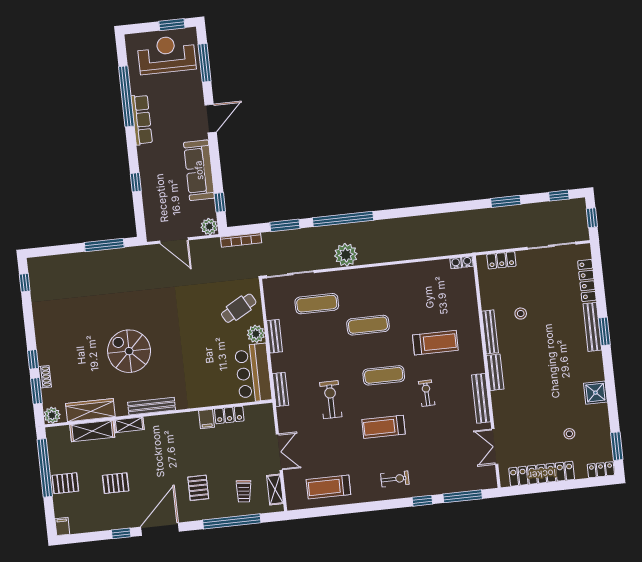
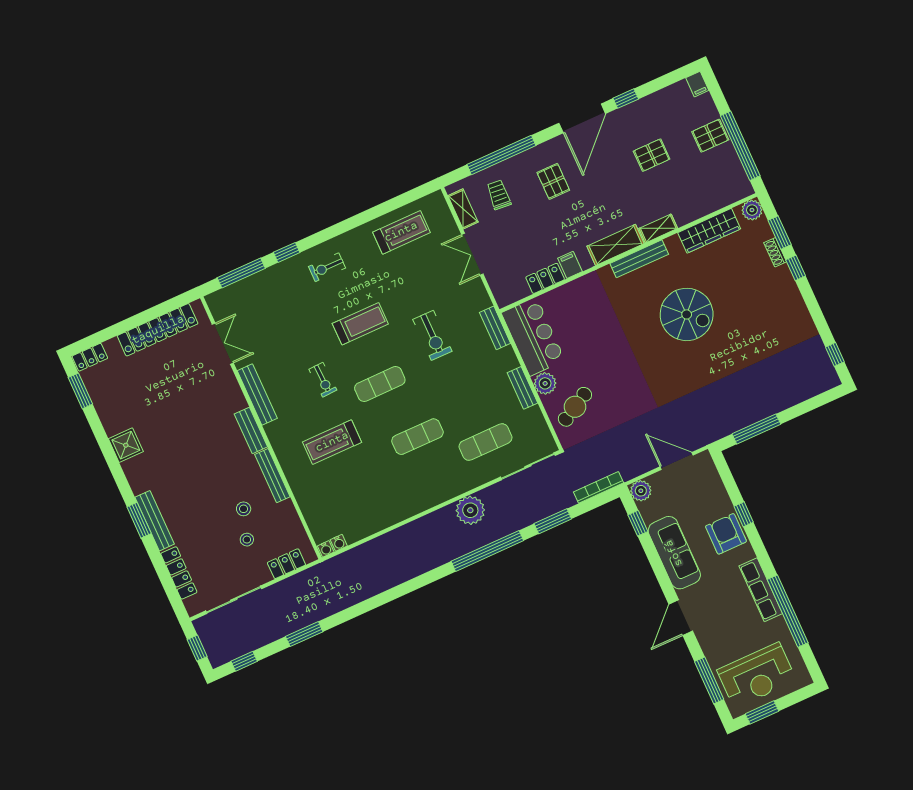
armchair: (154, 172) -> (726, 534), added
shelving: (92, 431) -> (615, 245), moved
stool: (569, 434) -> (247, 540), moved

